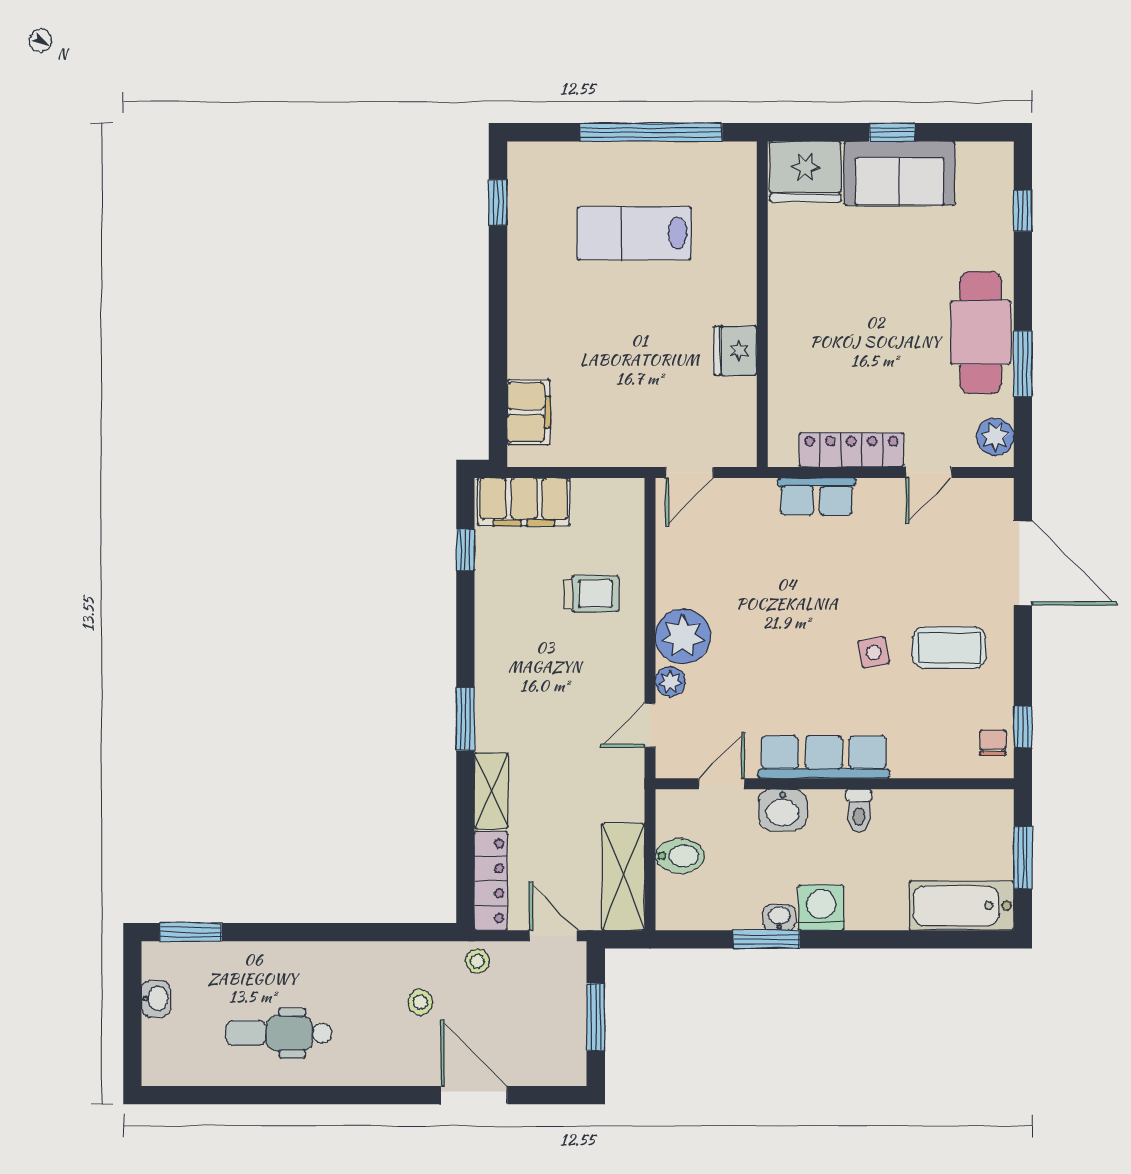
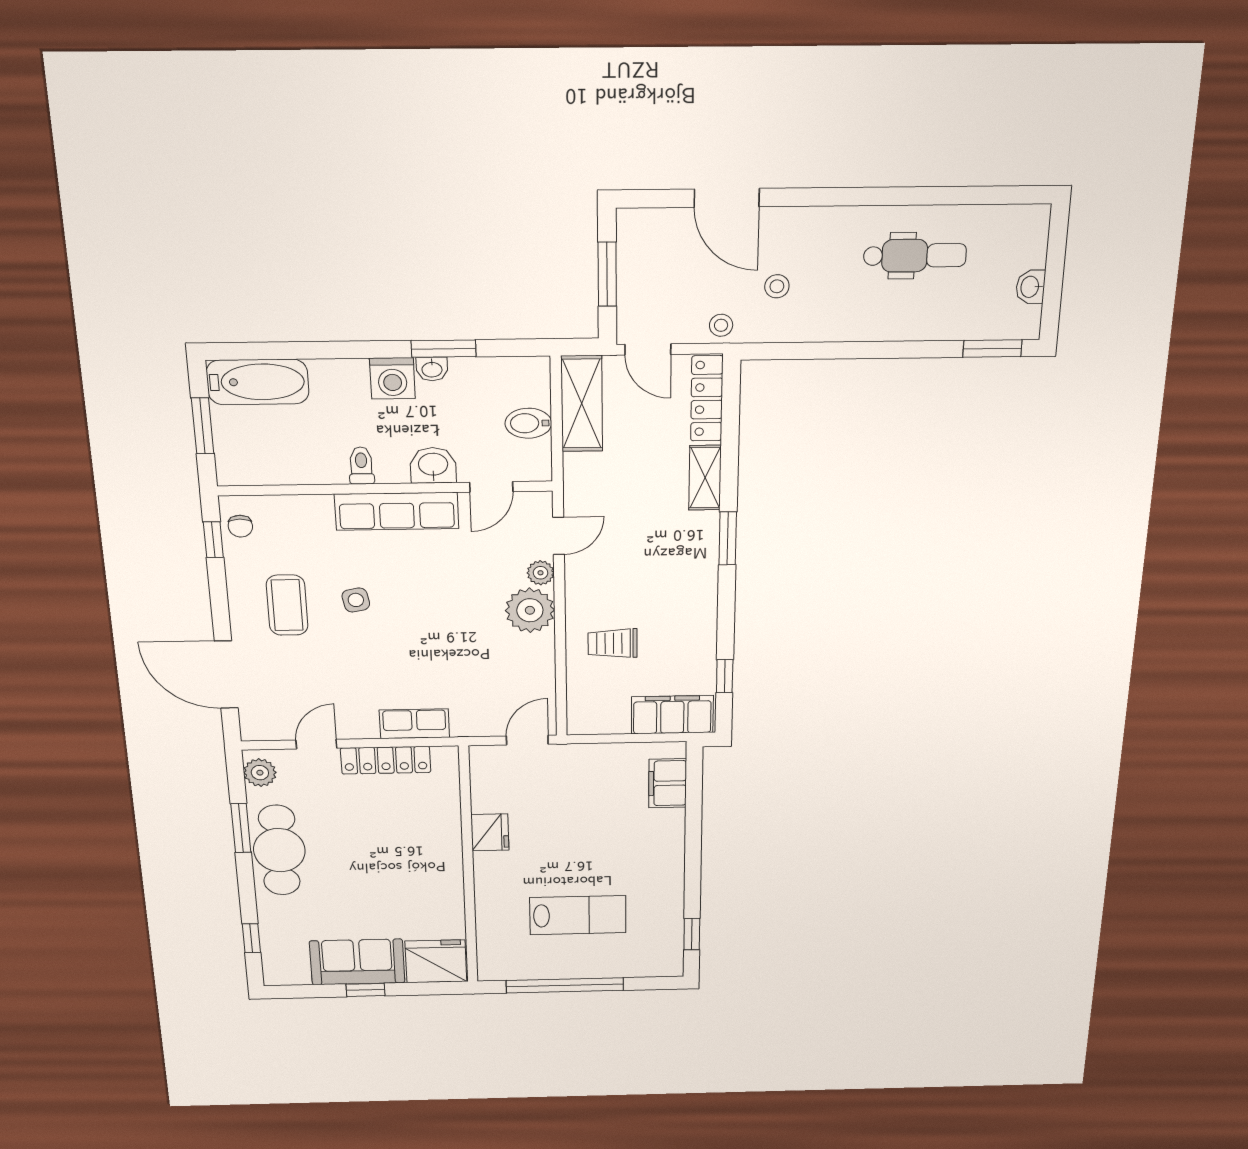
coffee table: (949, 648) -> (287, 605), turned 90

